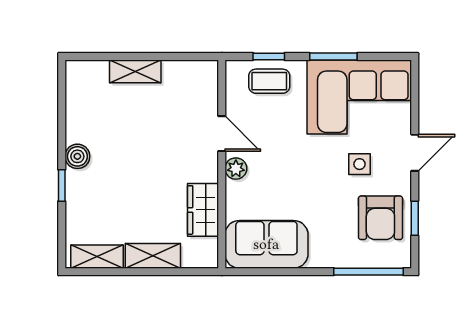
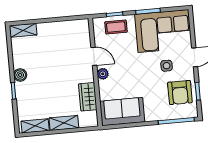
shelving: (135, 71) -> (23, 30), moved

